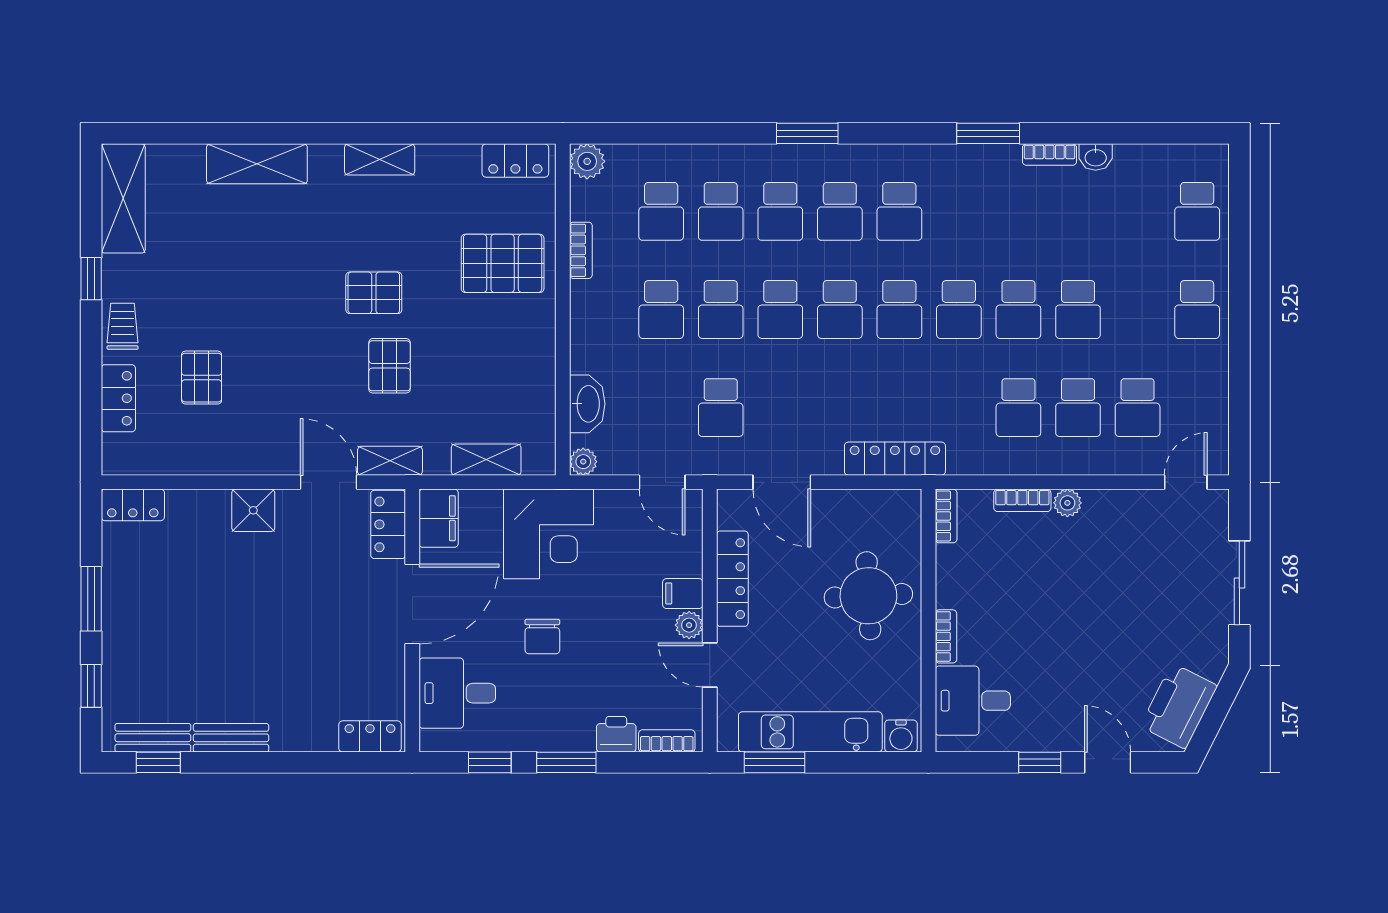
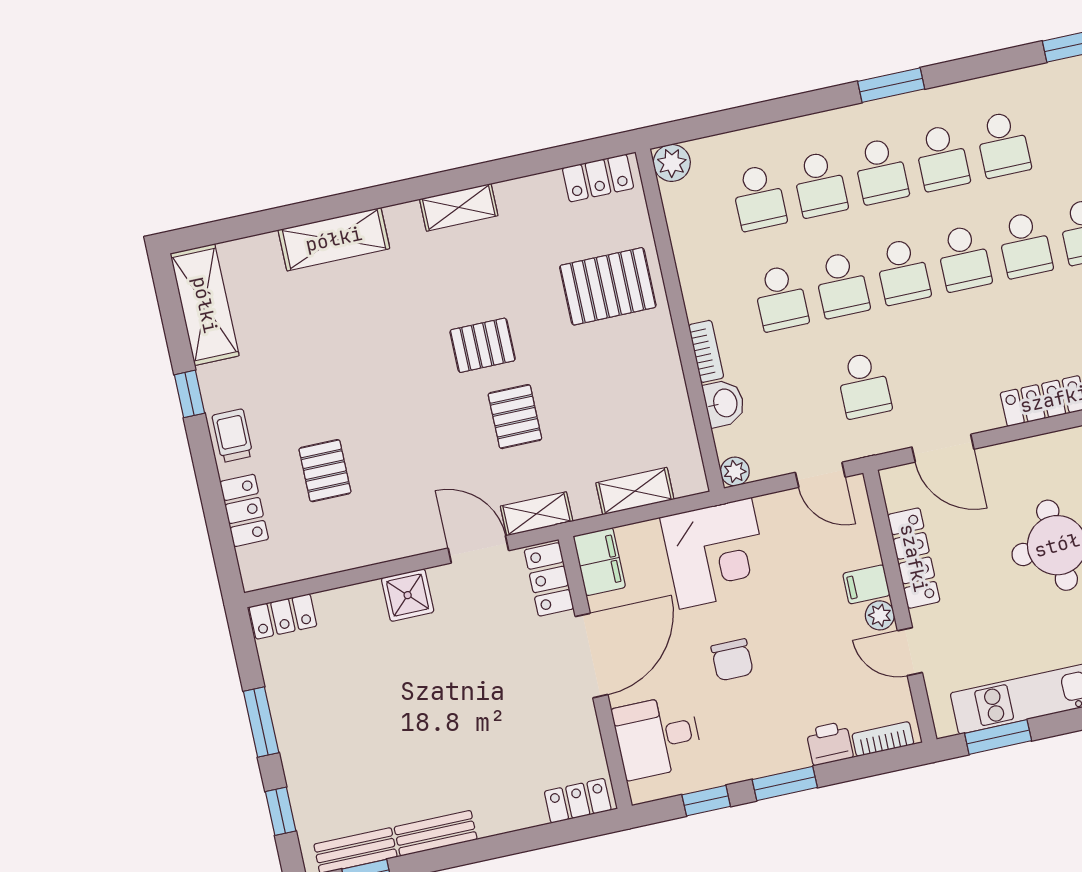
bookcase: (581, 250) -> (706, 351), moved
washbasin: (587, 404) -> (724, 403), width x0.72

